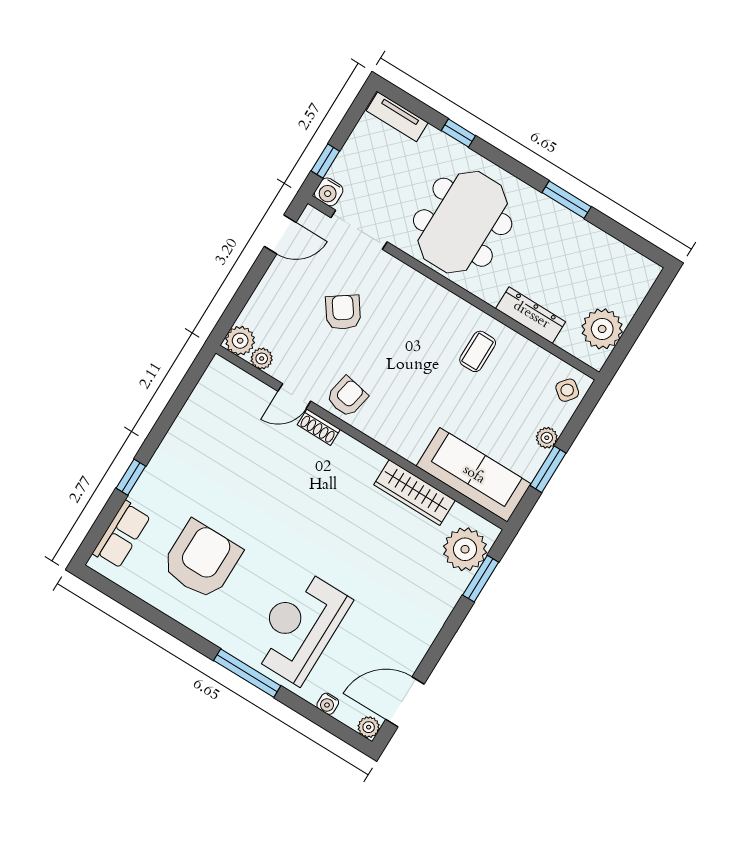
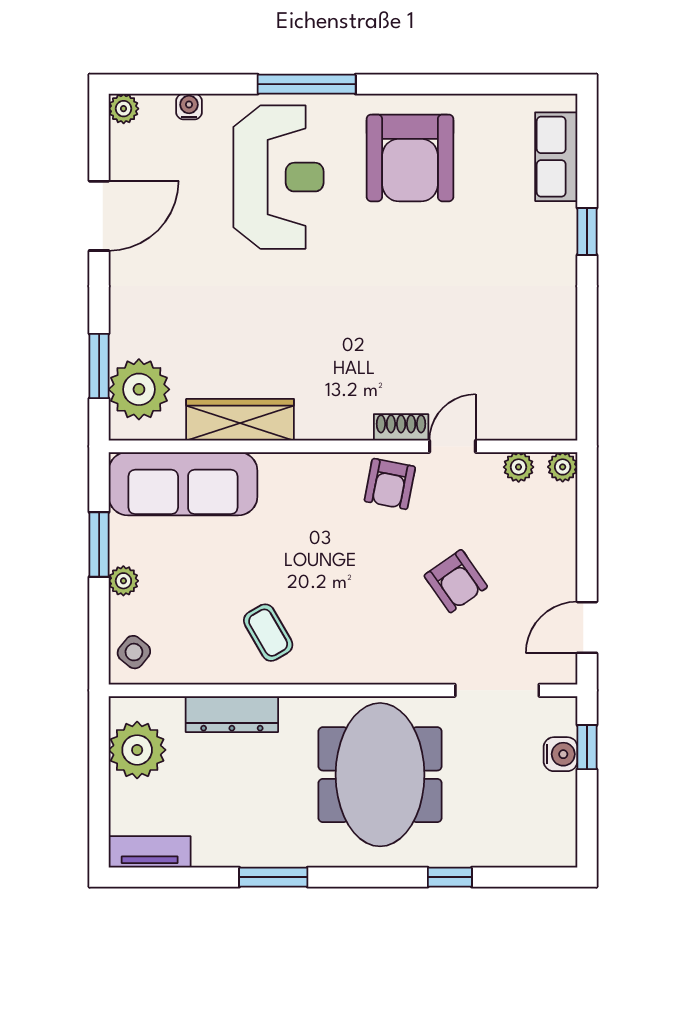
tv unit: (397, 117) -> (150, 852), moved
water cooler: (329, 192) -> (561, 754), moved, turned 90
plant: (240, 341) -> (563, 467), width x0.73, depth x0.73
coffee table: (478, 351) -> (268, 633), turned -30
armchair: (202, 560) -> (410, 158), moved
door: (405, 702) -> (99, 216), moved

